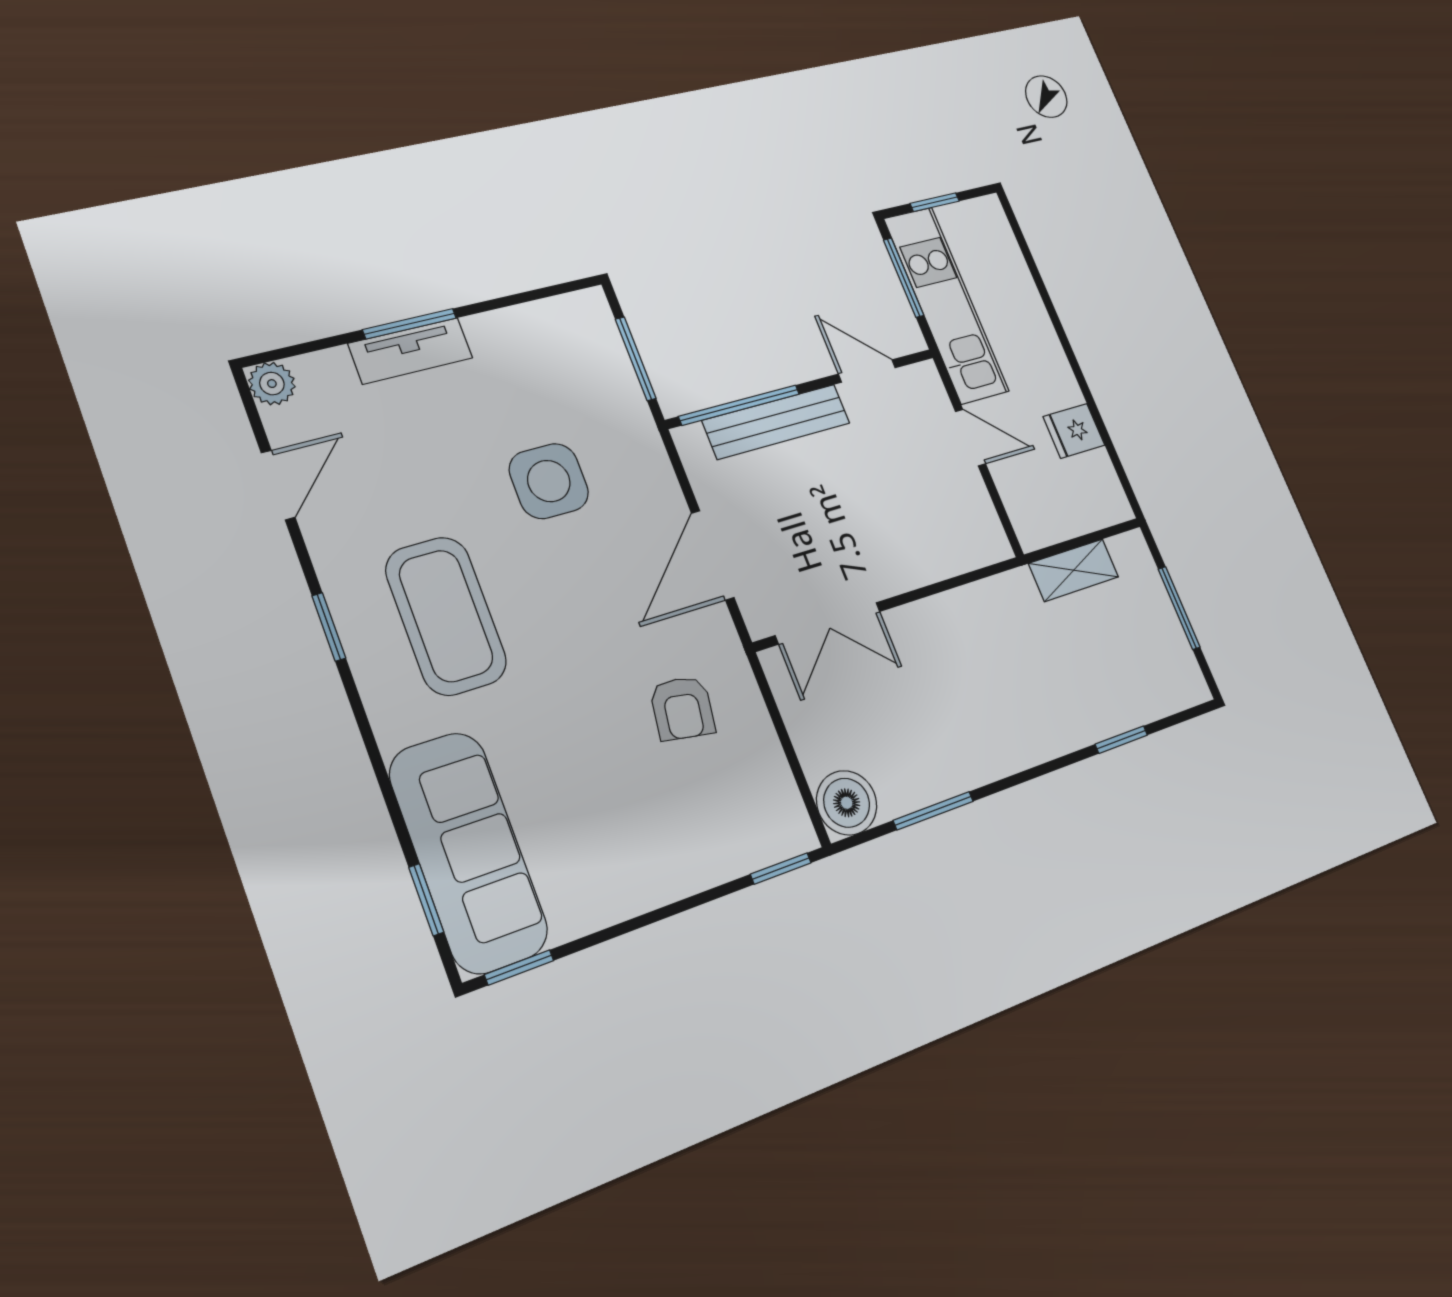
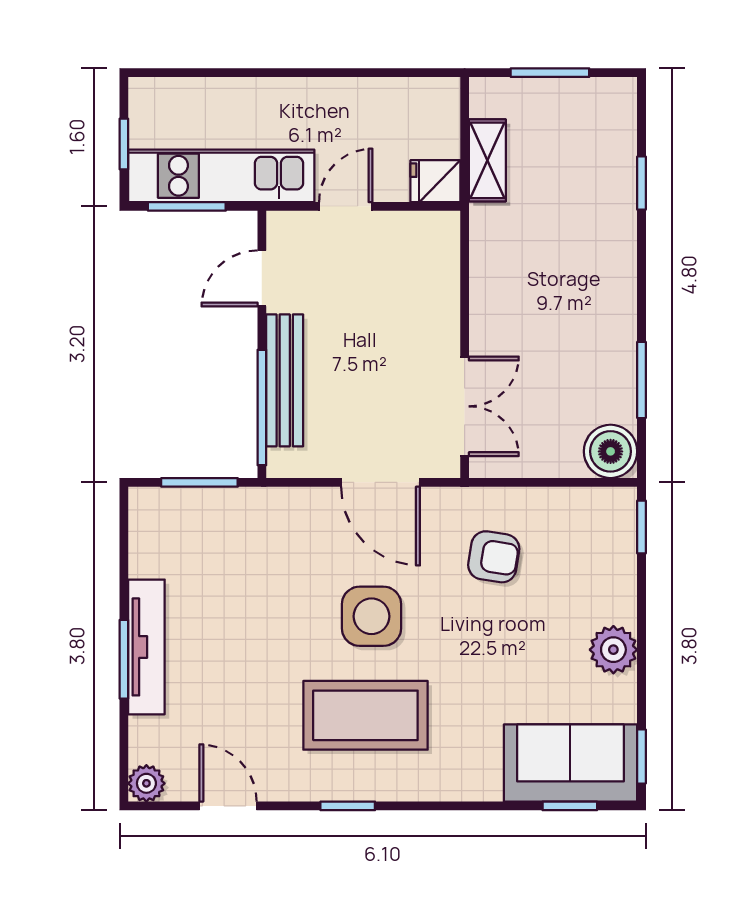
tv unit: (411, 351) -> (146, 647), width x1.41
fridge: (1074, 431) -> (435, 181), moved, turned 90
side table: (549, 481) -> (371, 616), moved
sofa: (468, 852) -> (570, 763), width x0.73
plant: (632, 886) -> (613, 650), added

